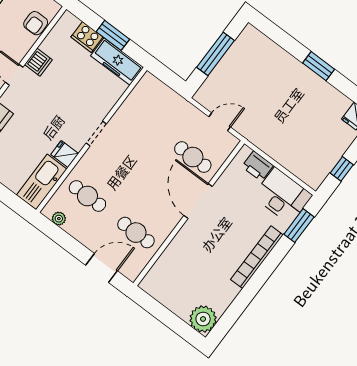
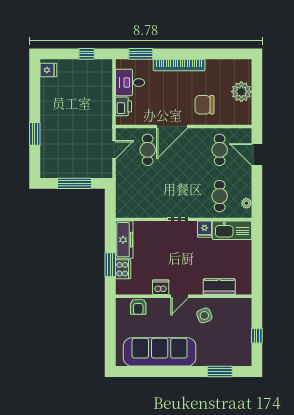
armchair: (36, 23) -> (138, 307), turned 90
window: (113, 35) -> (110, 265), moved
window: (319, 66) -> (35, 134), moved
door: (220, 122) -> (114, 150), swing flipped
desk: (283, 196) -> (130, 83), width x0.73
chair: (195, 252) -> (204, 105), added
plant: (203, 319) -> (241, 92), moved

